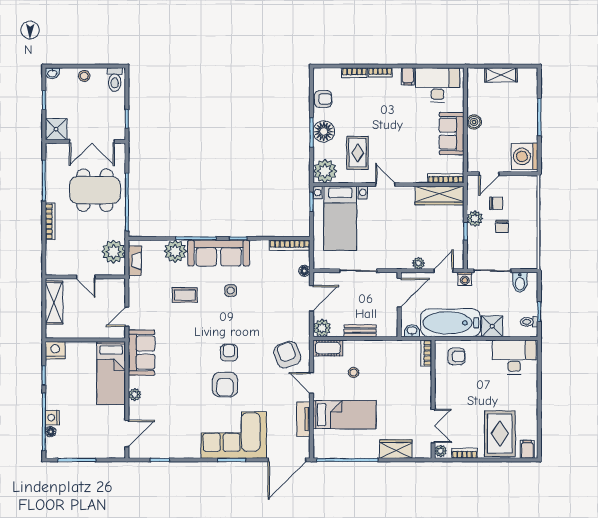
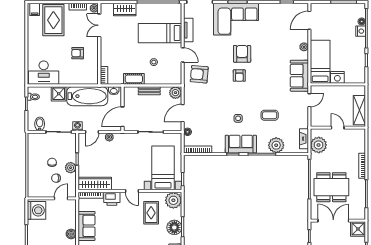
printer: (415, 173) -> (112, 199), added
sofa: (219, 253) -> (241, 144), width x0.73
cot: (328, 348) -> (134, 79), moved
nightstand: (55, 350) -> (337, 77), moved
armchair: (287, 355) -> (199, 74), turned 116
armchair: (456, 356) -> (78, 53), moved

